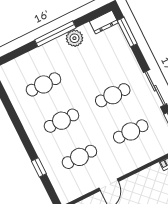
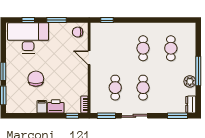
cafe table: (79, 157) -> (115, 48), removed
window: (39, 167) -> (107, 20), moved

